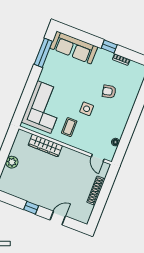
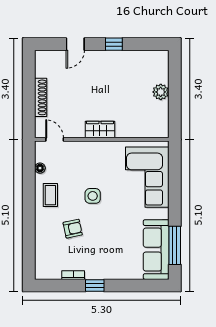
sofa: (74, 48) -> (156, 250), moved, turned -90
coffee table: (69, 127) -> (50, 195), moved
wardrobe: (45, 145) -> (100, 130), moved, width x0.67

